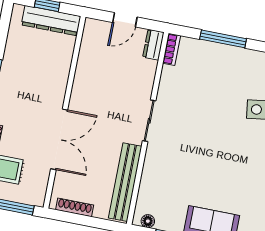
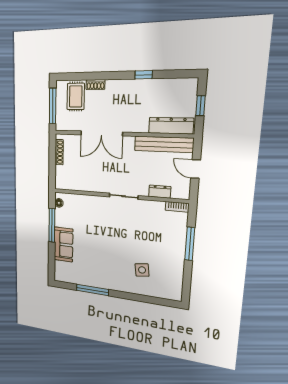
dresser: (51, 21) -> (171, 126), moved, turned 90
dresser: (153, 45) -> (160, 192), moved
bench: (125, 182) -> (164, 144), moved

